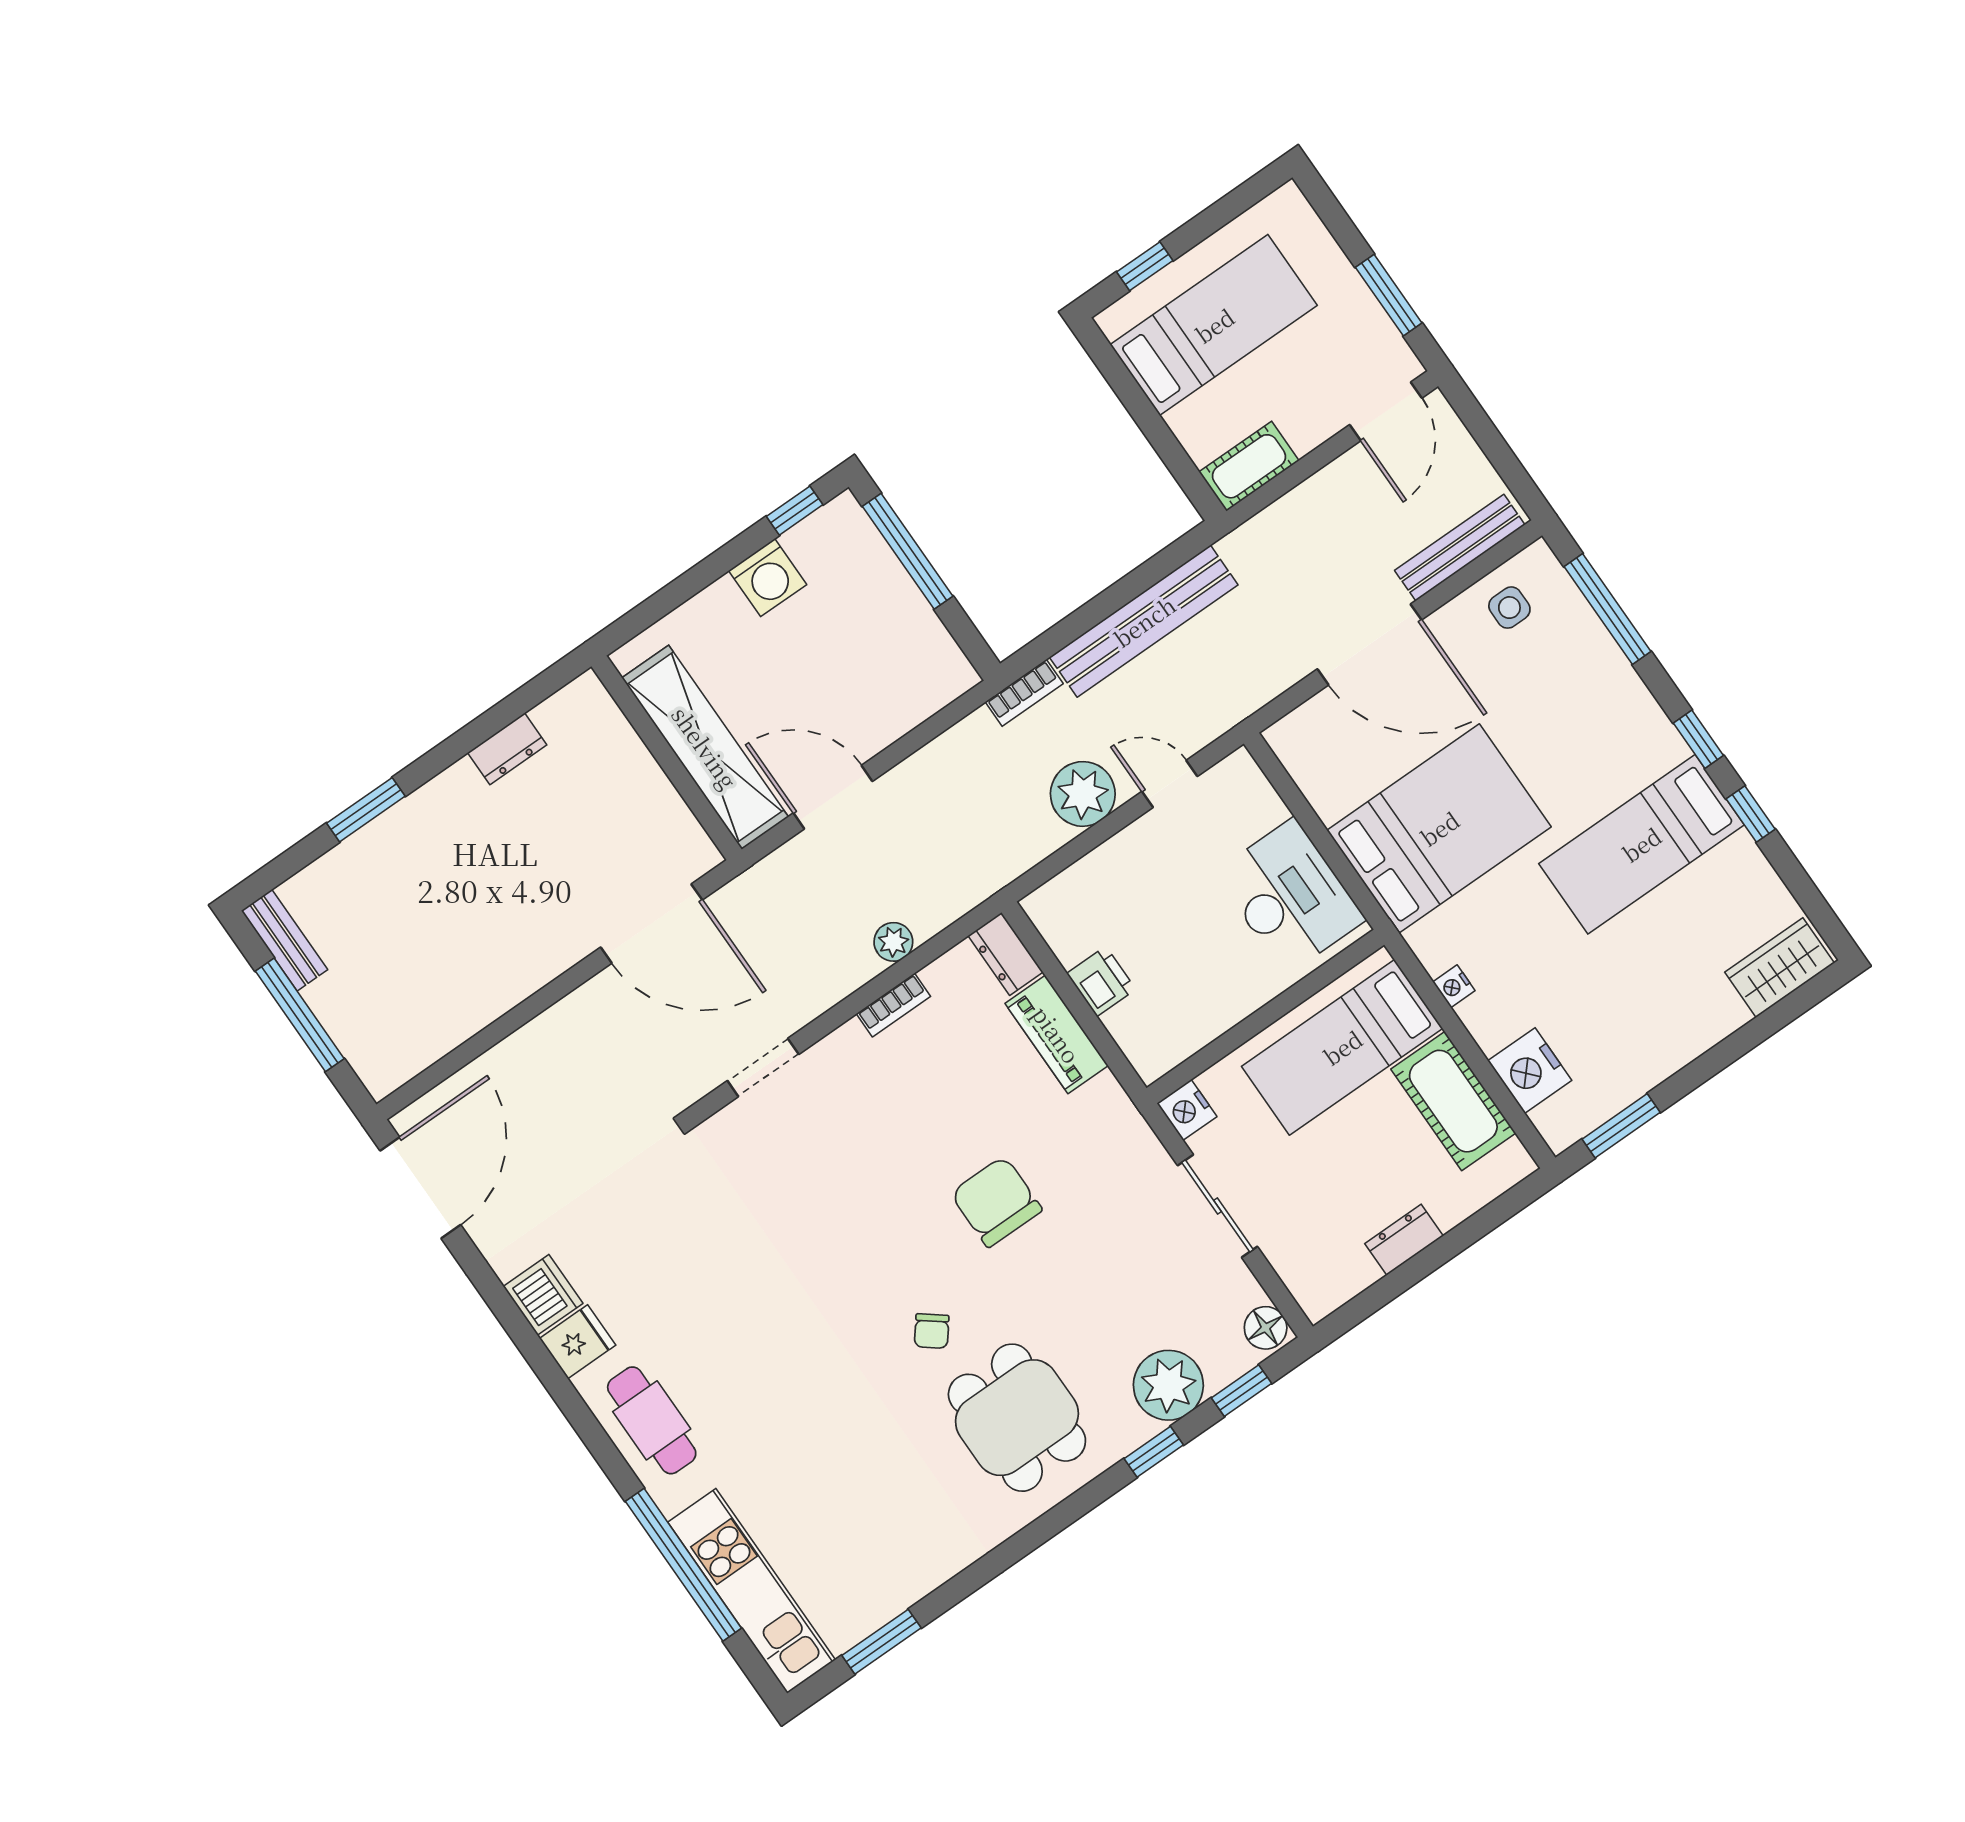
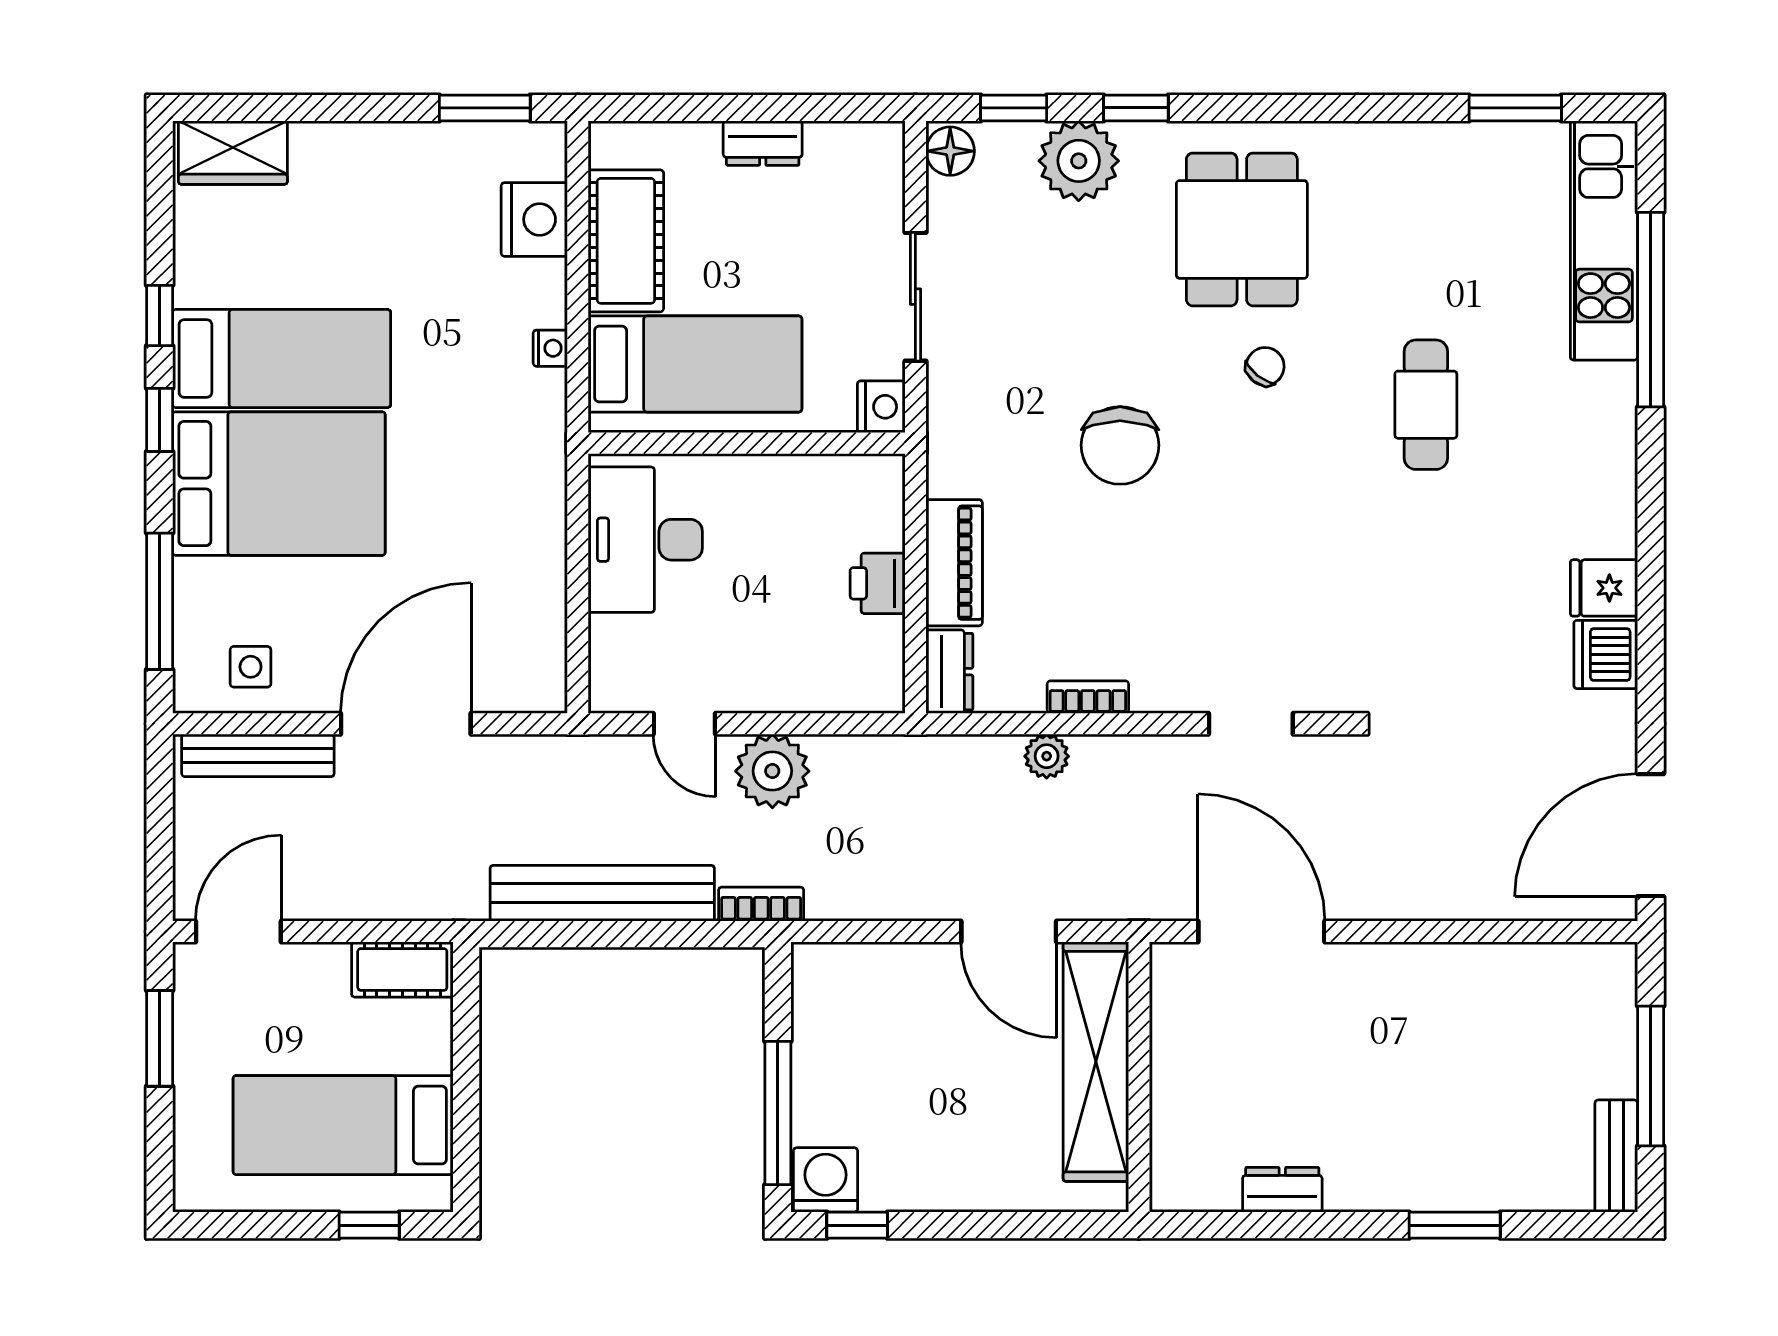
washing machine: (768, 578) -> (826, 1180), moved
door: (1370, 644) -> (406, 724), hinge flipped
bed: (1439, 828) -> (279, 484), moved, turned 180
cafe table: (652, 1420) -> (1426, 405), moved

